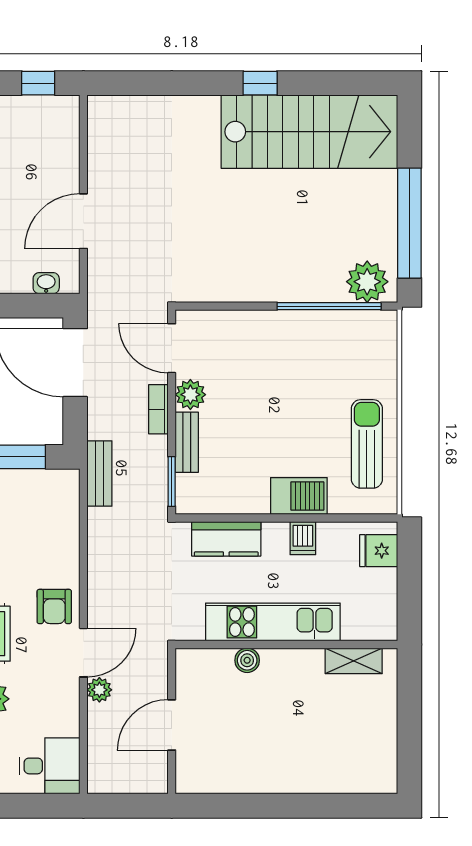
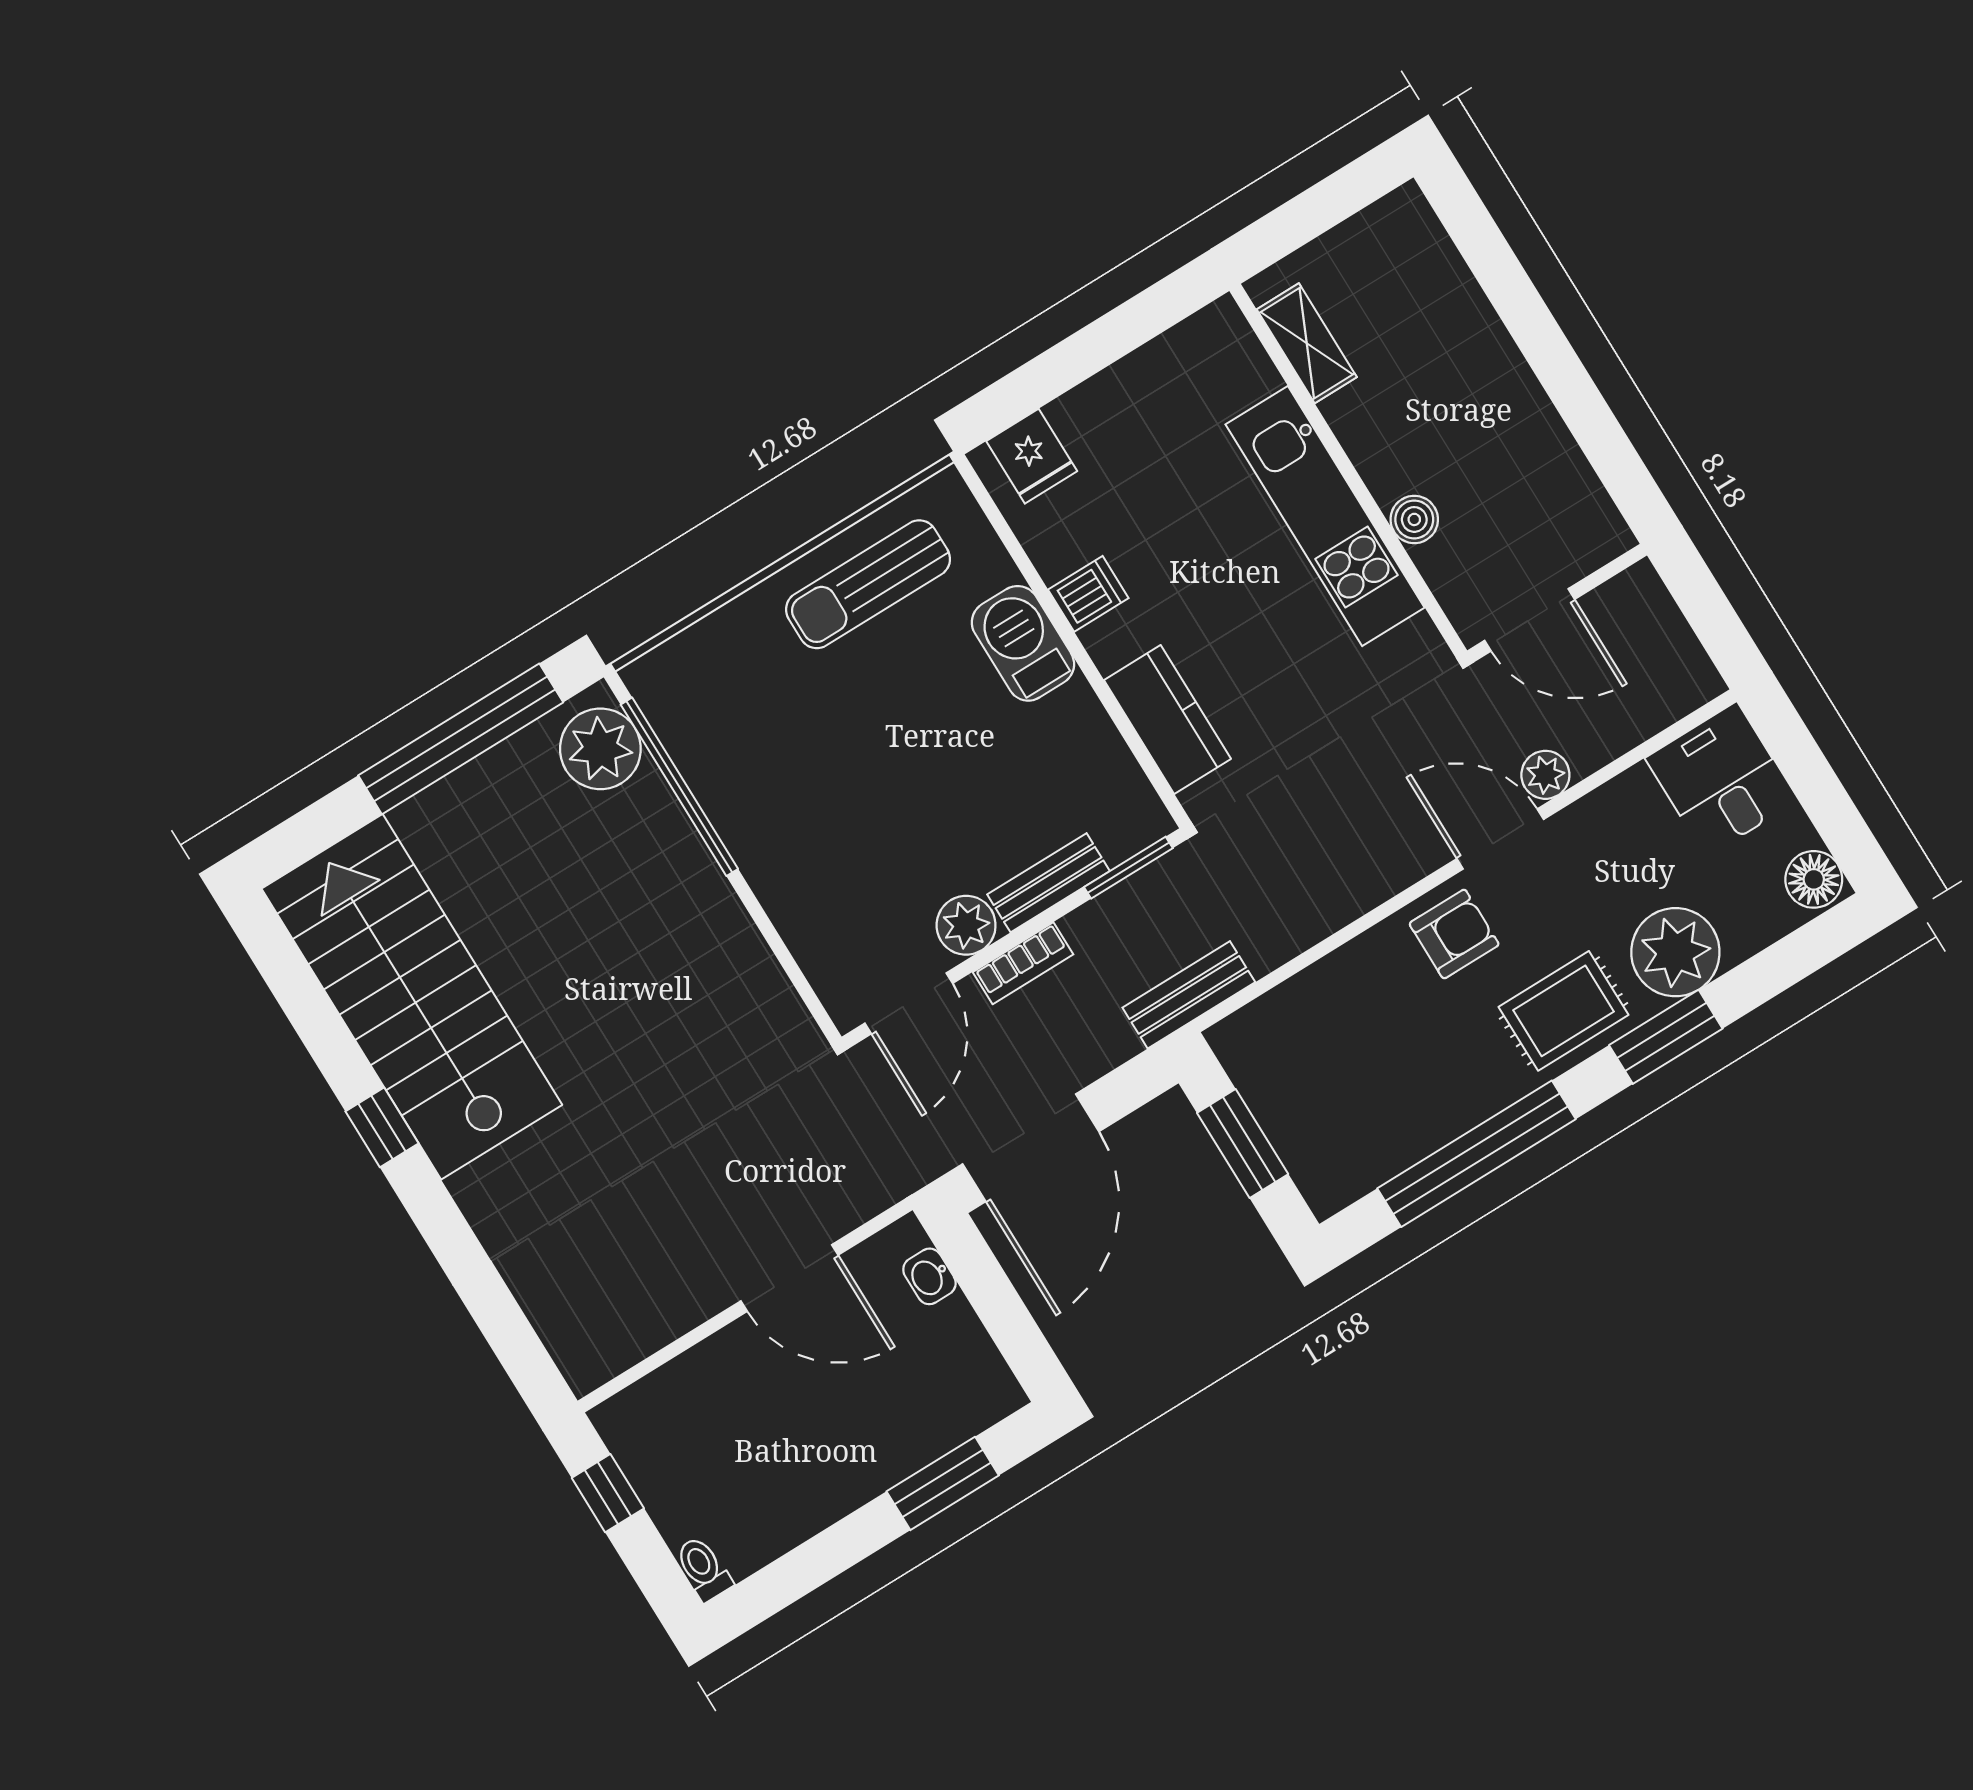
kitchen unit: (273, 622) -> (1325, 516), moved
wall: (286, 645) -> (1348, 471), moved
boiler: (247, 660) -> (1414, 519), moved
shelving: (354, 661) -> (1307, 343), moved

